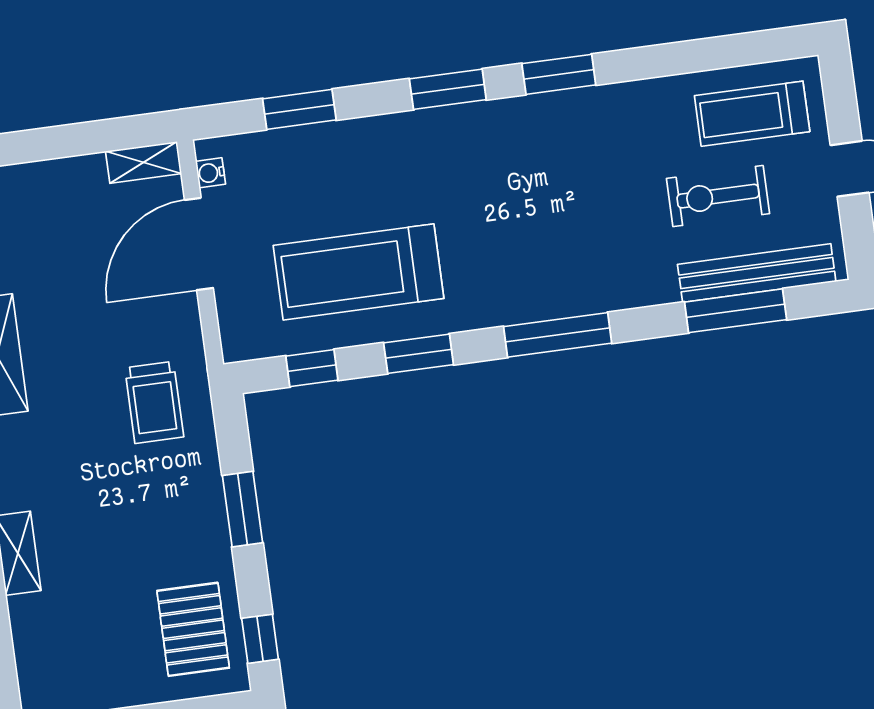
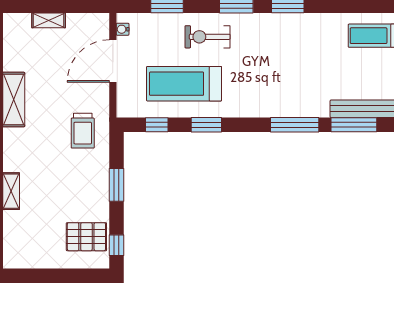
shelving: (144, 162) -> (49, 20), moved
exercise bike: (718, 196) -> (207, 37), moved
window: (558, 335) -> (295, 125), moved
pallet: (193, 629) -> (86, 237), turned 90

